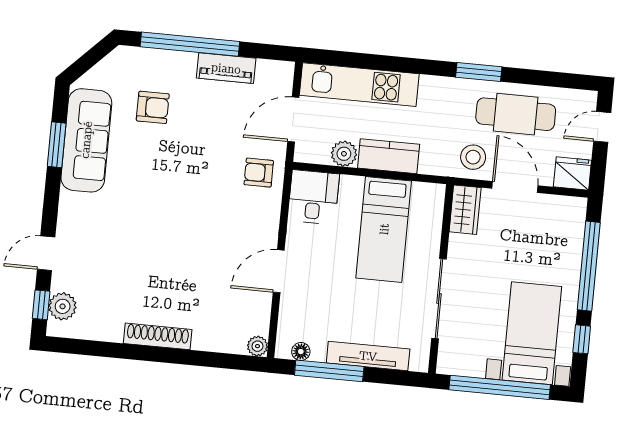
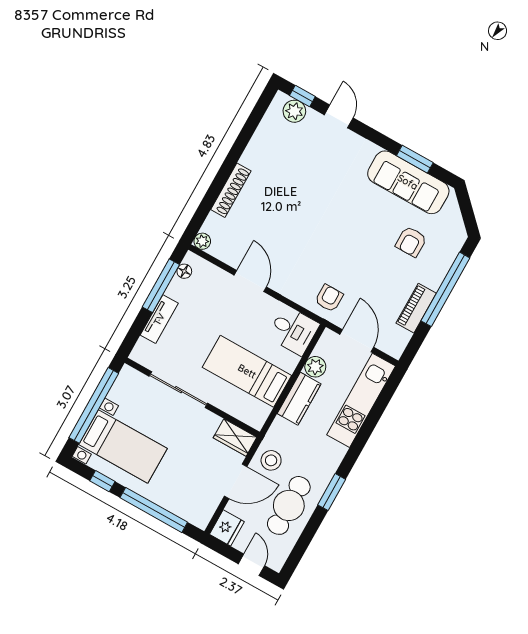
shoe rack: (158, 336) -> (231, 190), moved
tv unit: (368, 356) -> (159, 319), width x0.71

